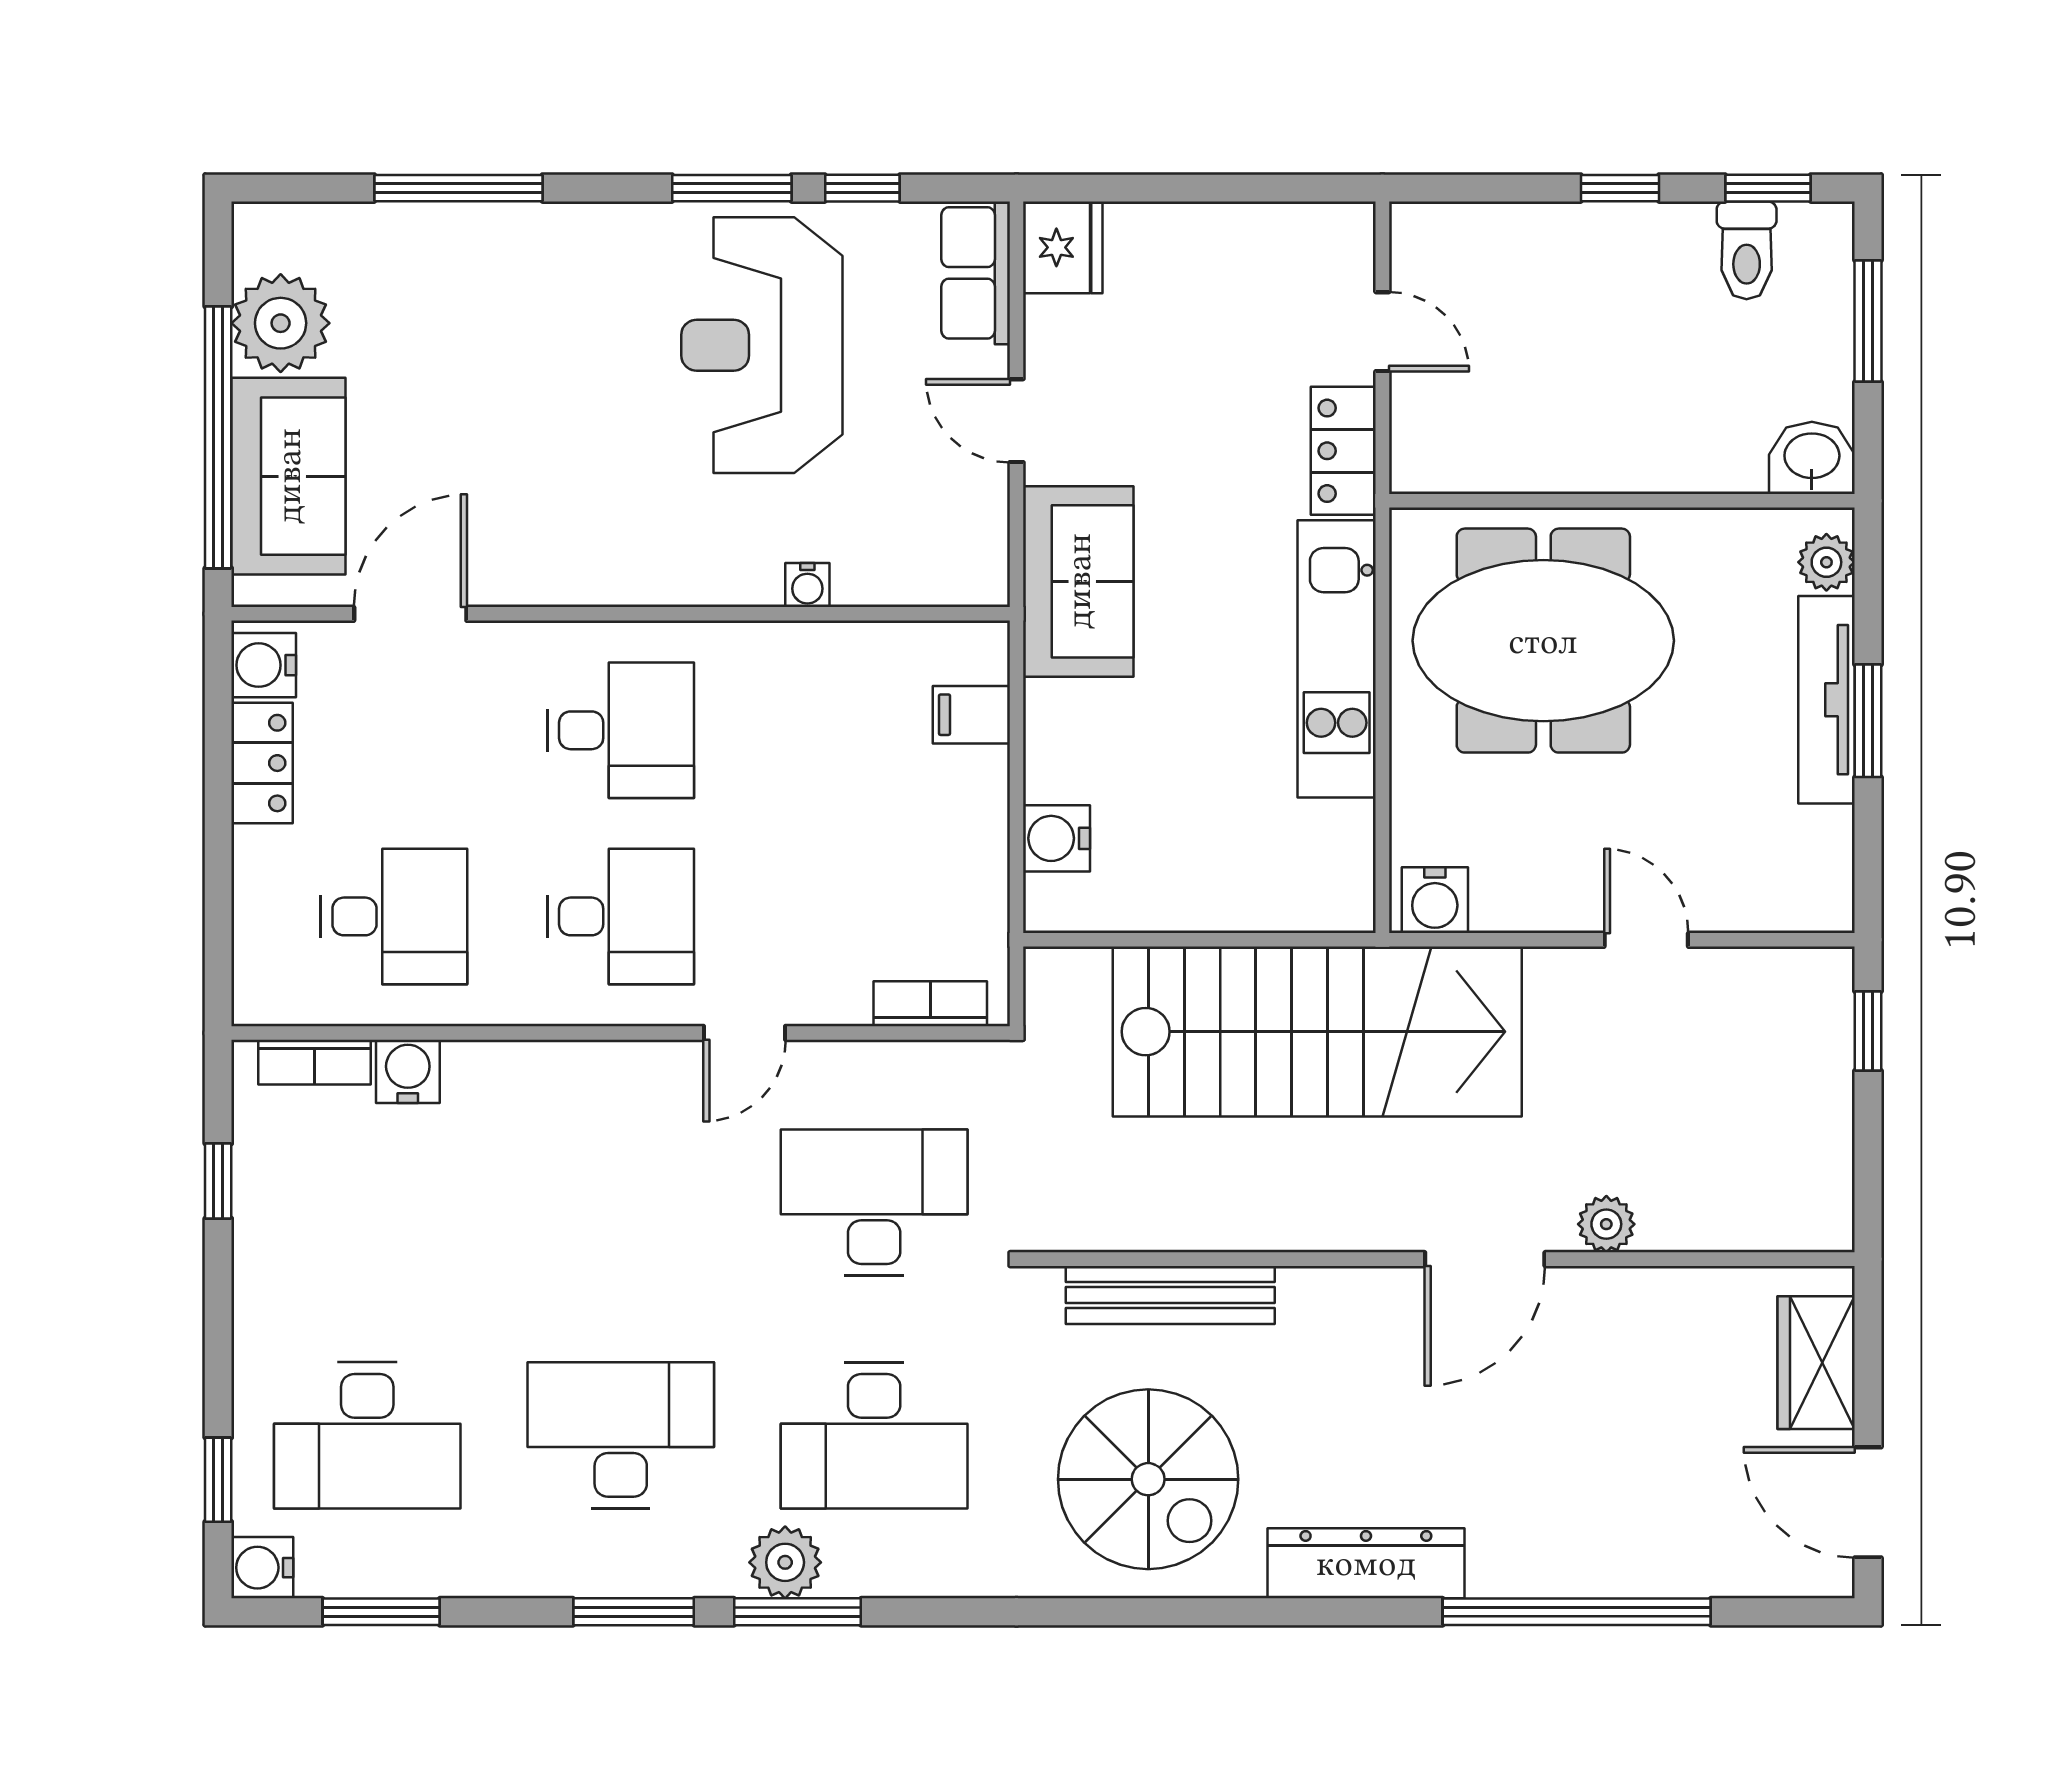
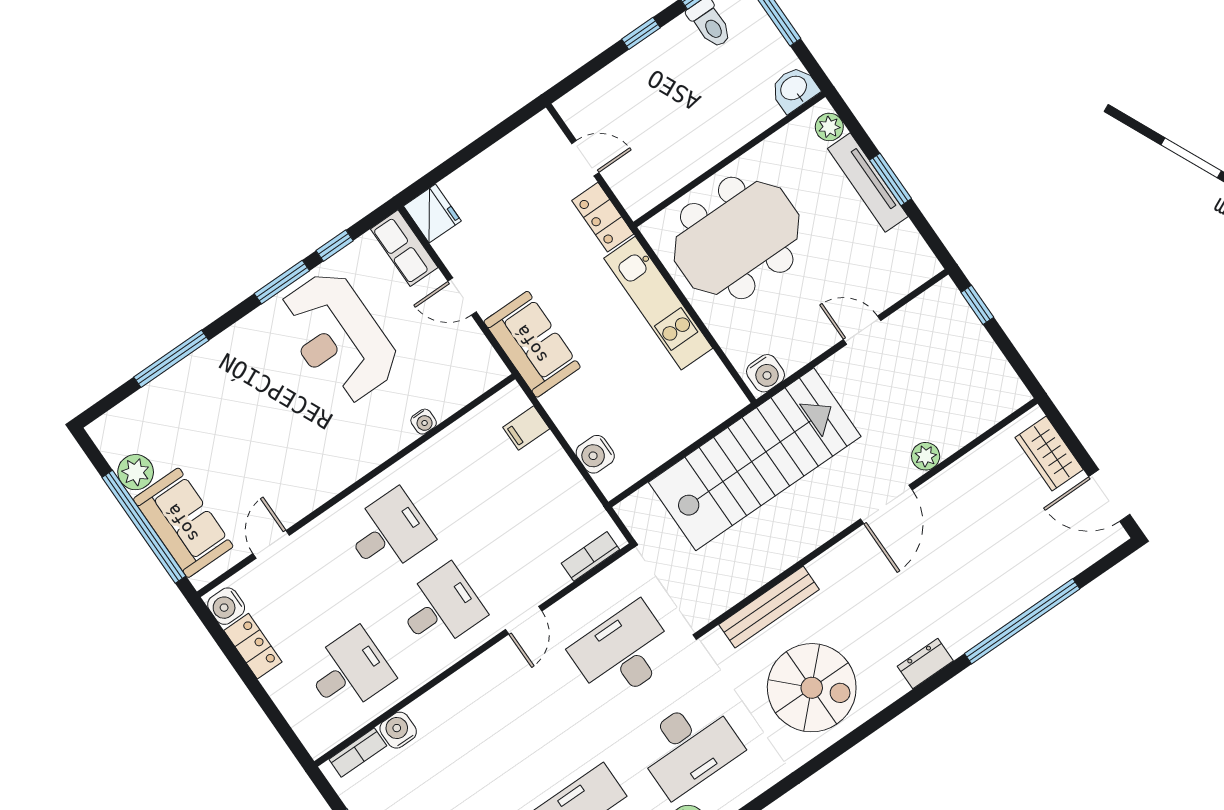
plant: (281, 323) -> (136, 472), width x0.73, depth x0.73
door: (410, 614) -> (271, 544), width x0.73
dresser: (1366, 1563) -> (925, 664), width x0.51, depth x0.80

